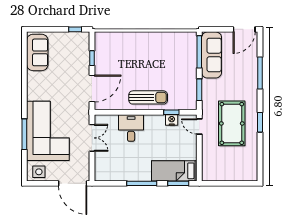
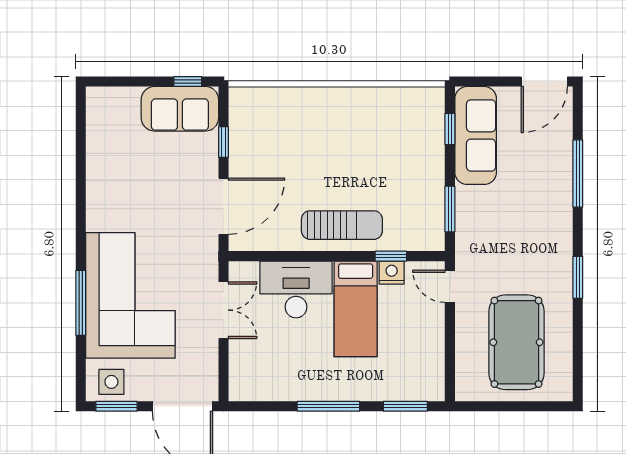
sofa: (37, 52) -> (180, 109), moved, turned 90
window: (199, 52) -> (450, 129), width x0.46
pool table: (232, 123) -> (516, 342), moved
desk: (131, 128) -> (296, 289), width x1.37
bed: (174, 171) -> (356, 309), moved, turned -90
window: (41, 183) -> (116, 406), added

